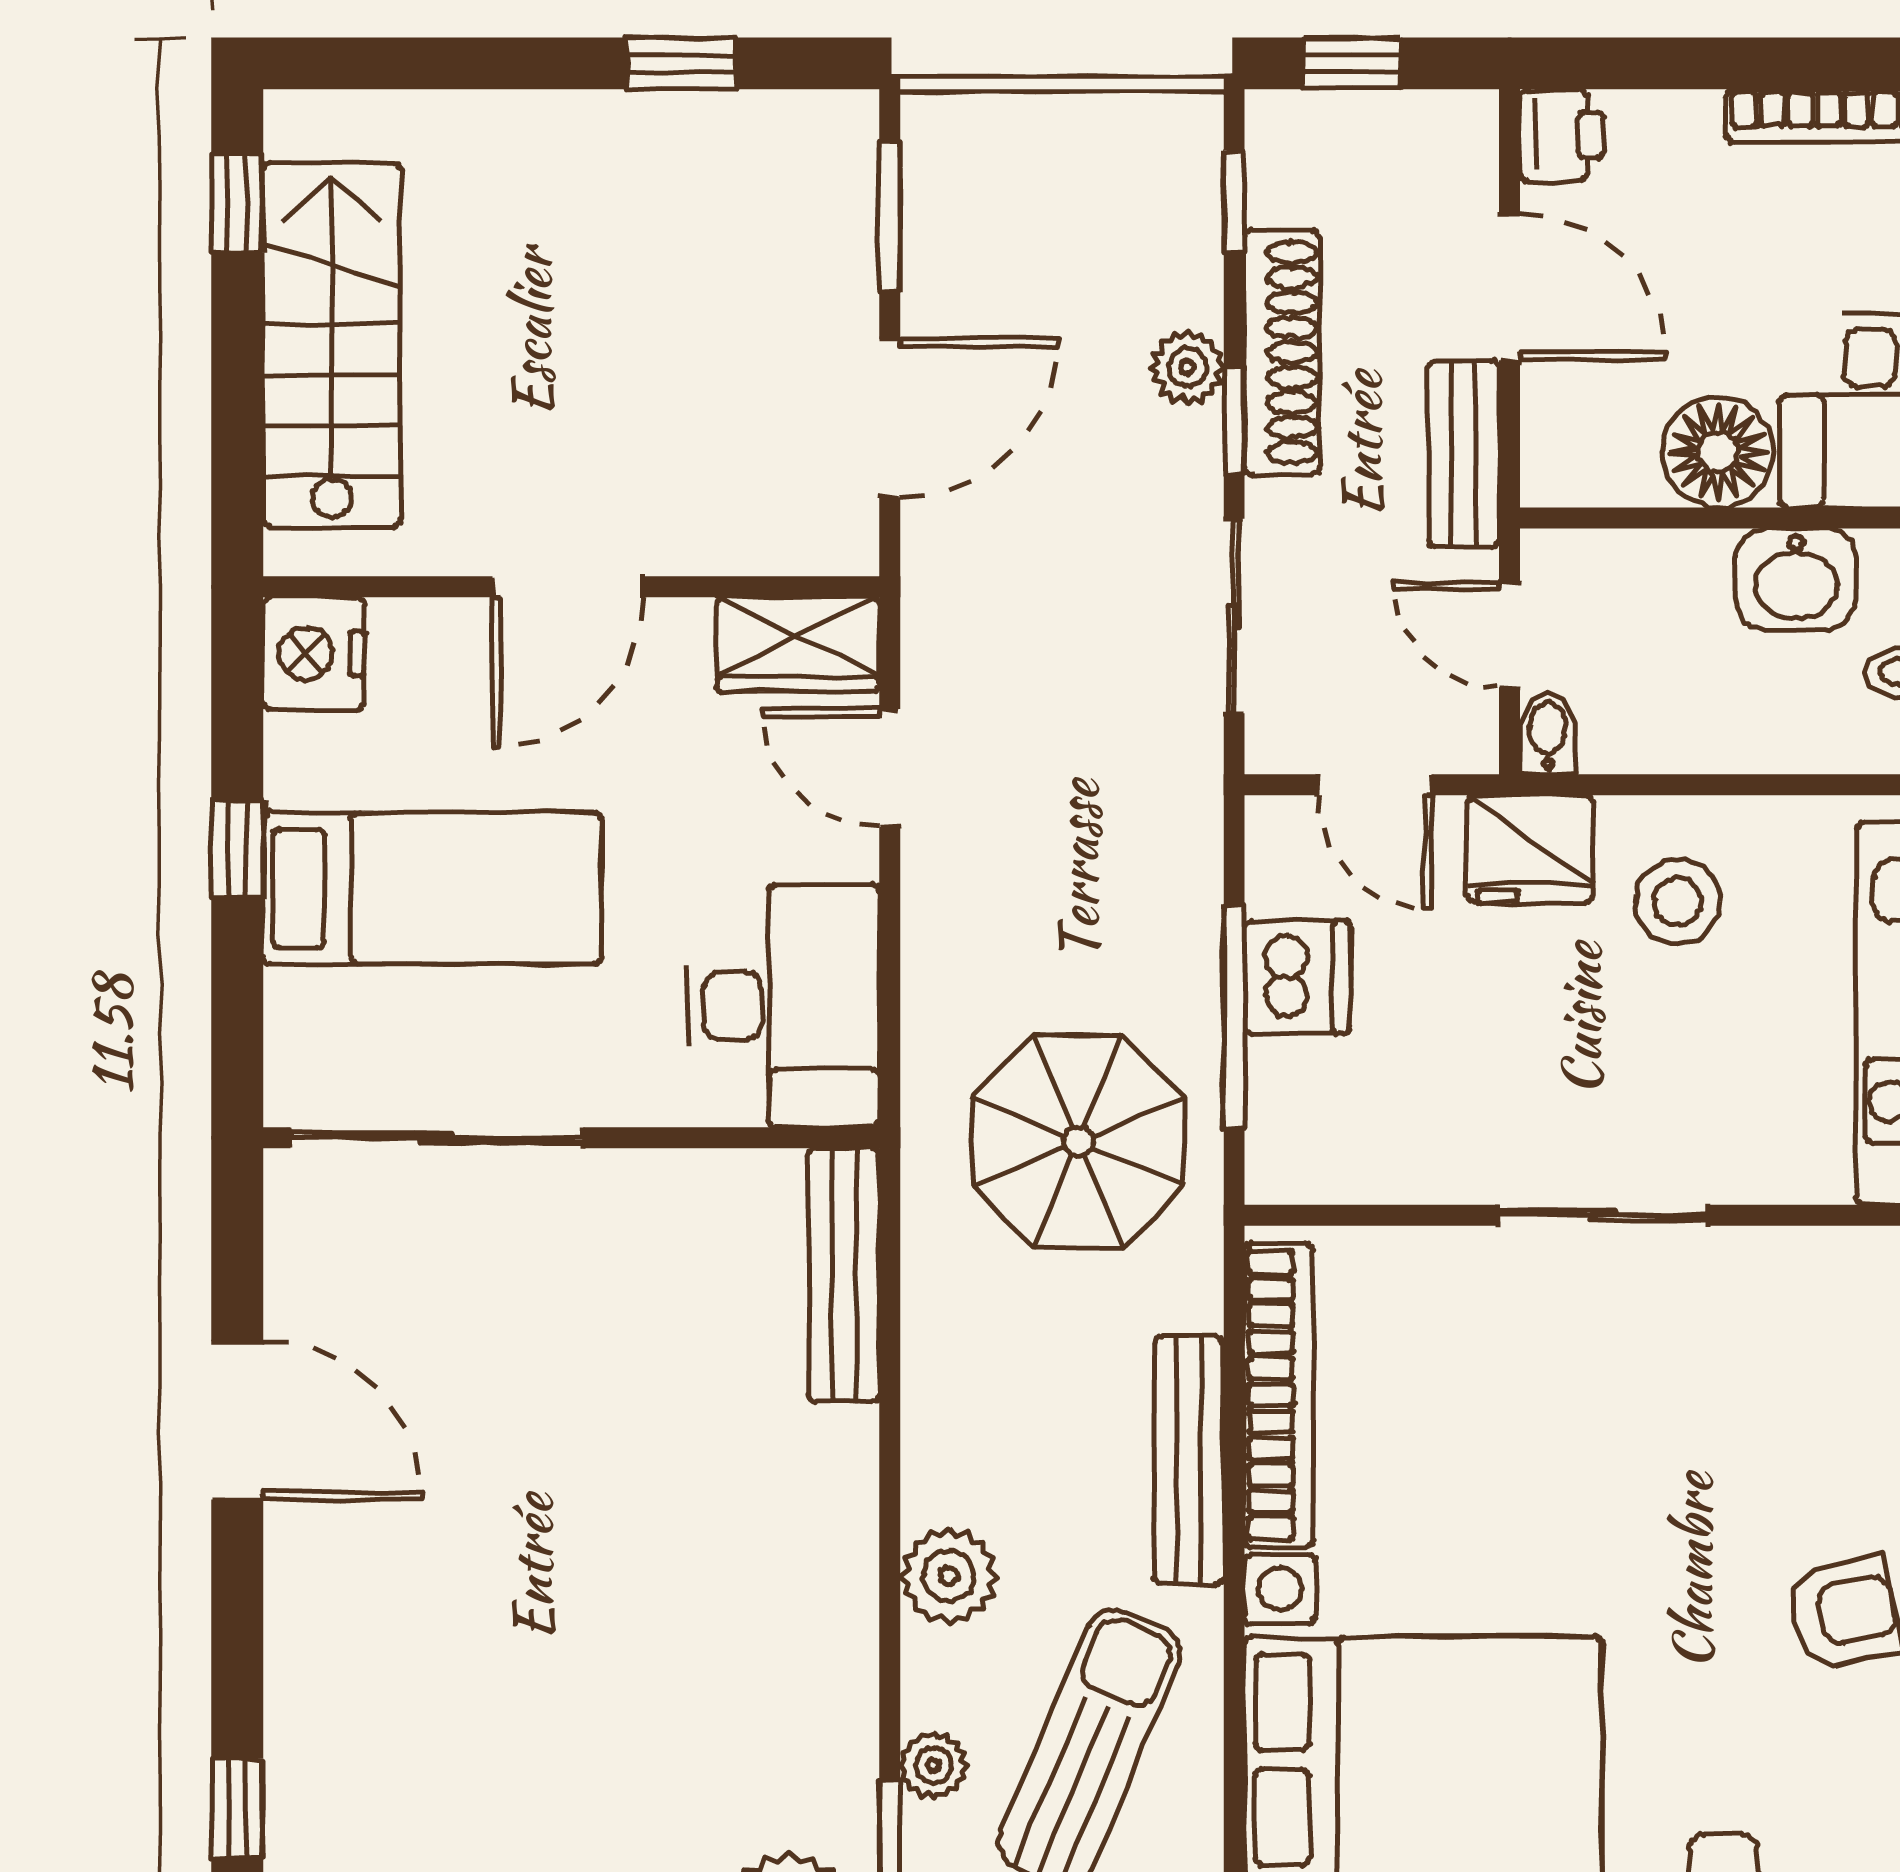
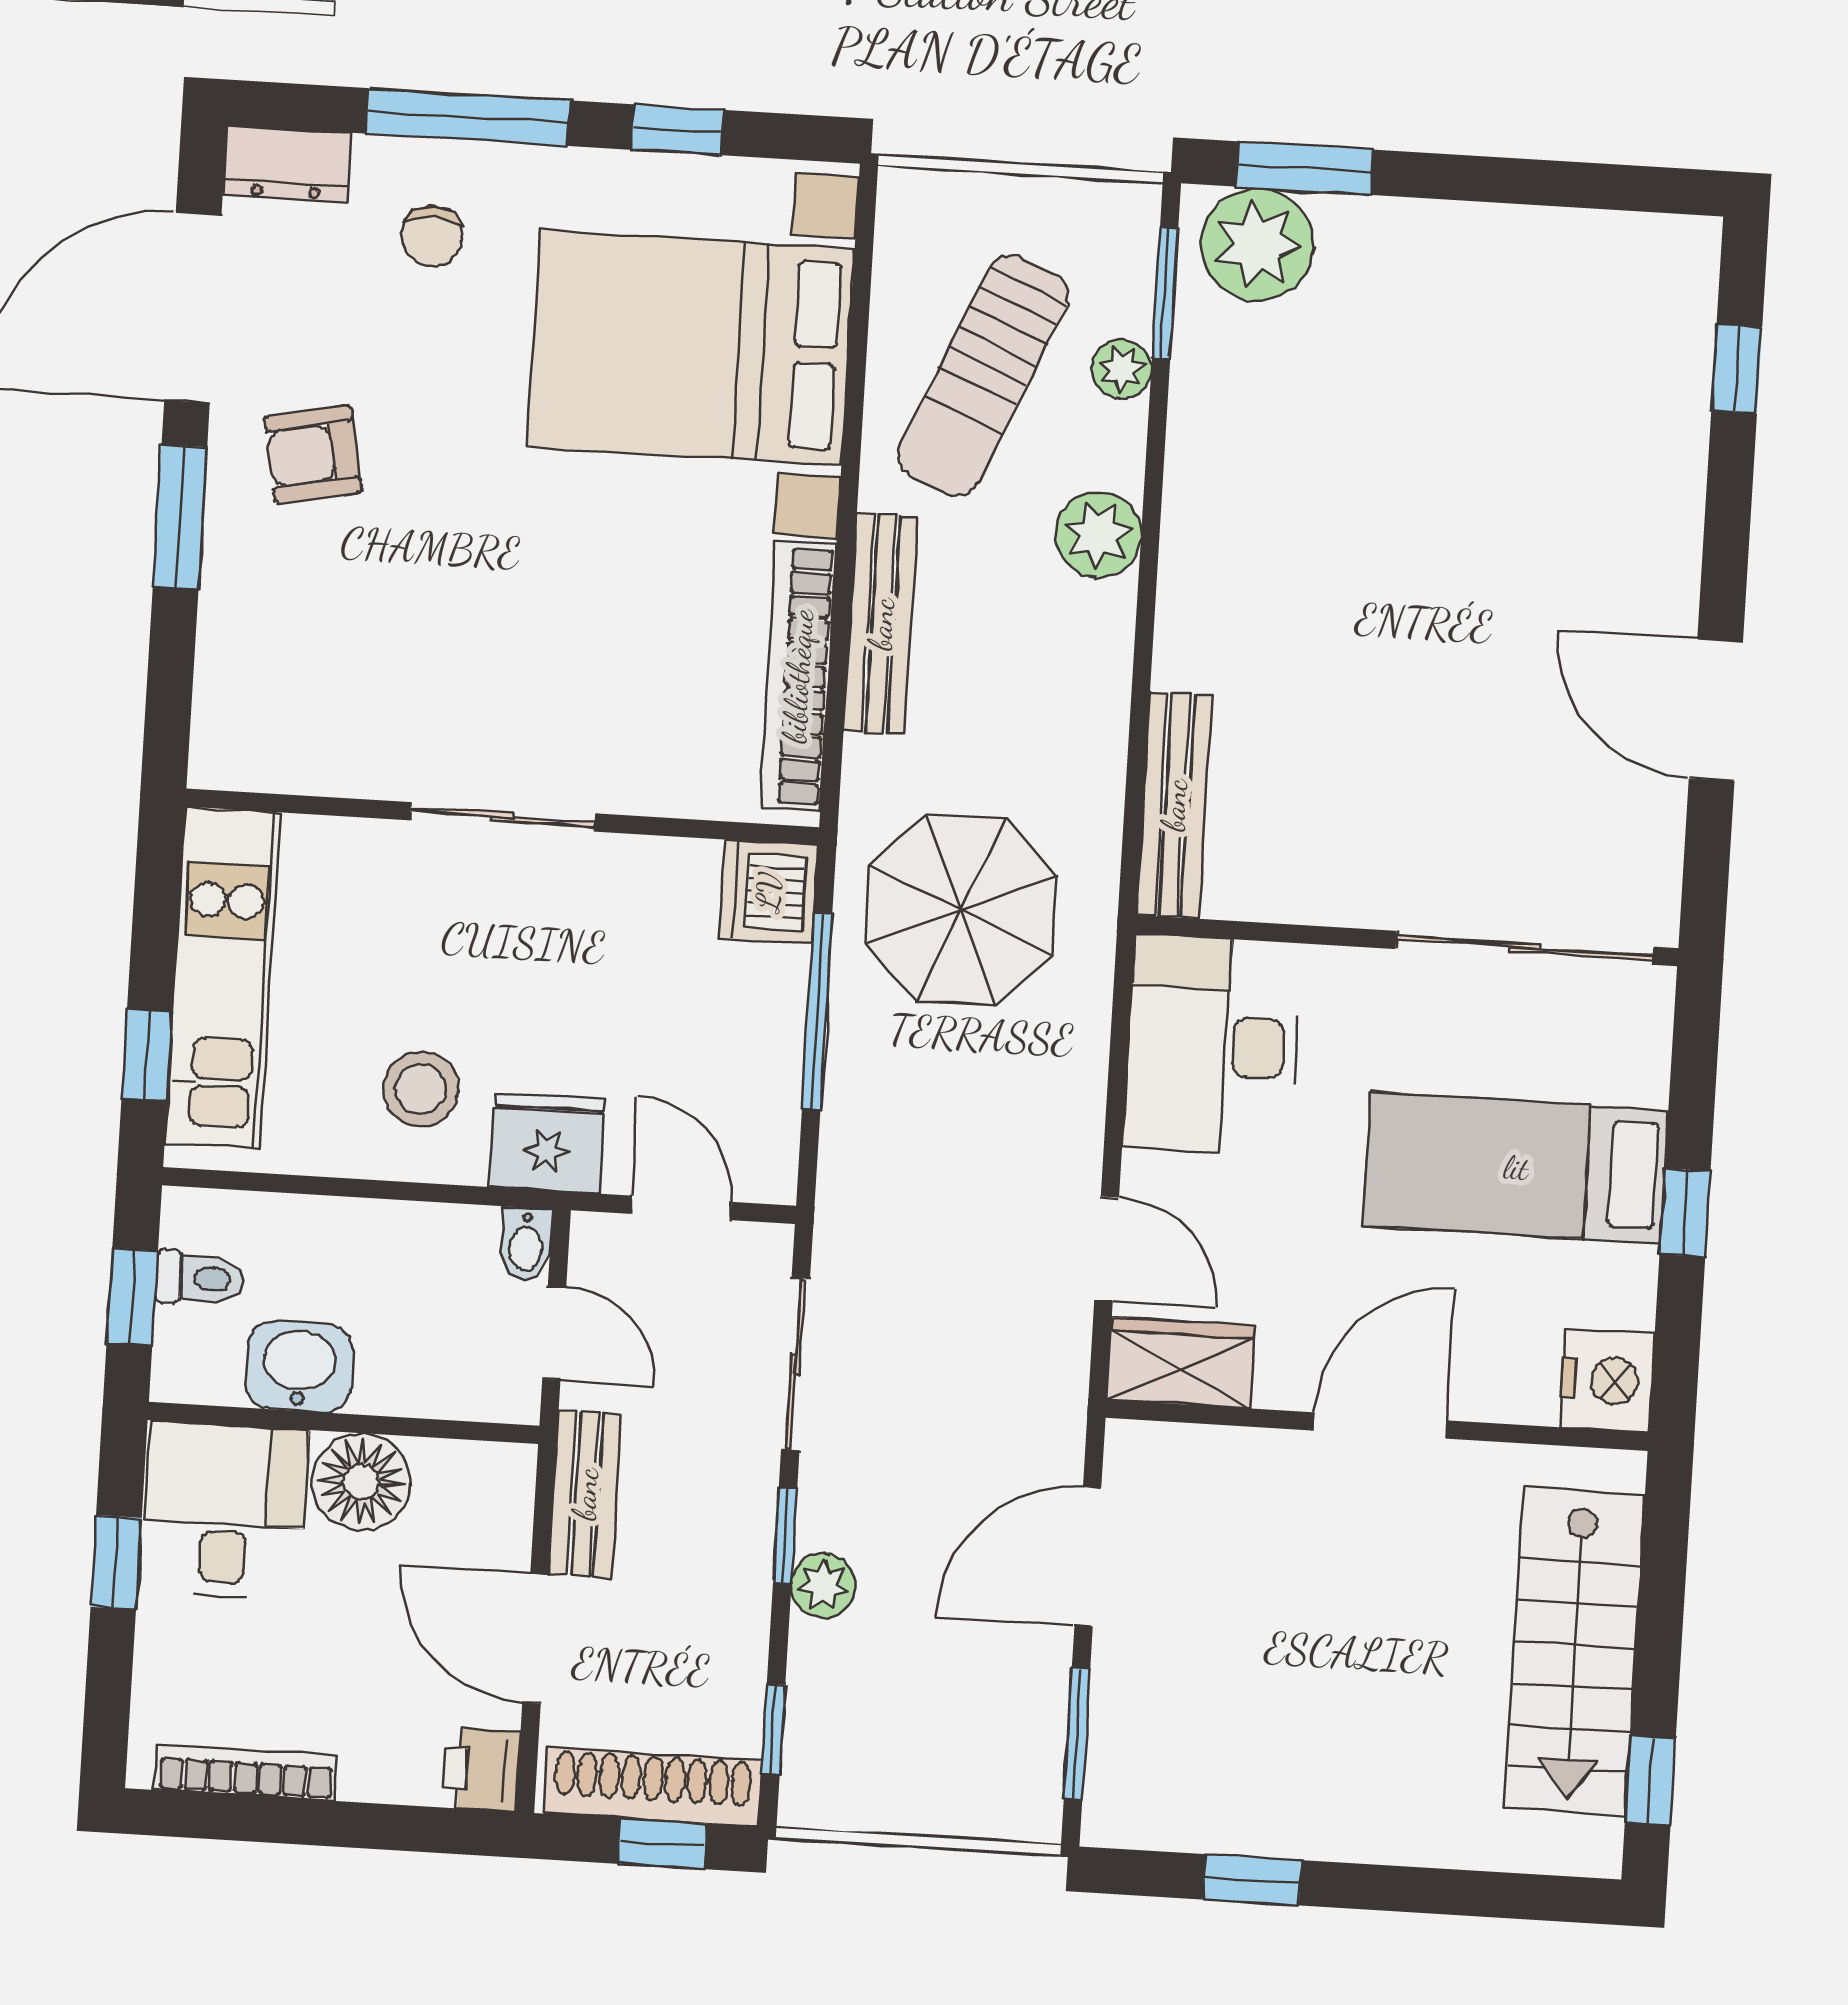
shoe rack: (1282, 353) -> (653, 1787), moved, turned 90
dishwasher: (1297, 977) -> (769, 892), moved

